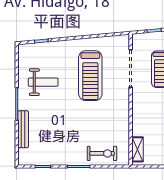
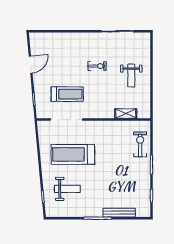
treadmill: (90, 76) -> (73, 154), turned 180
weight bench: (43, 82) -> (67, 189), moved, turned 90
shelving: (138, 149) -> (126, 114), moved

